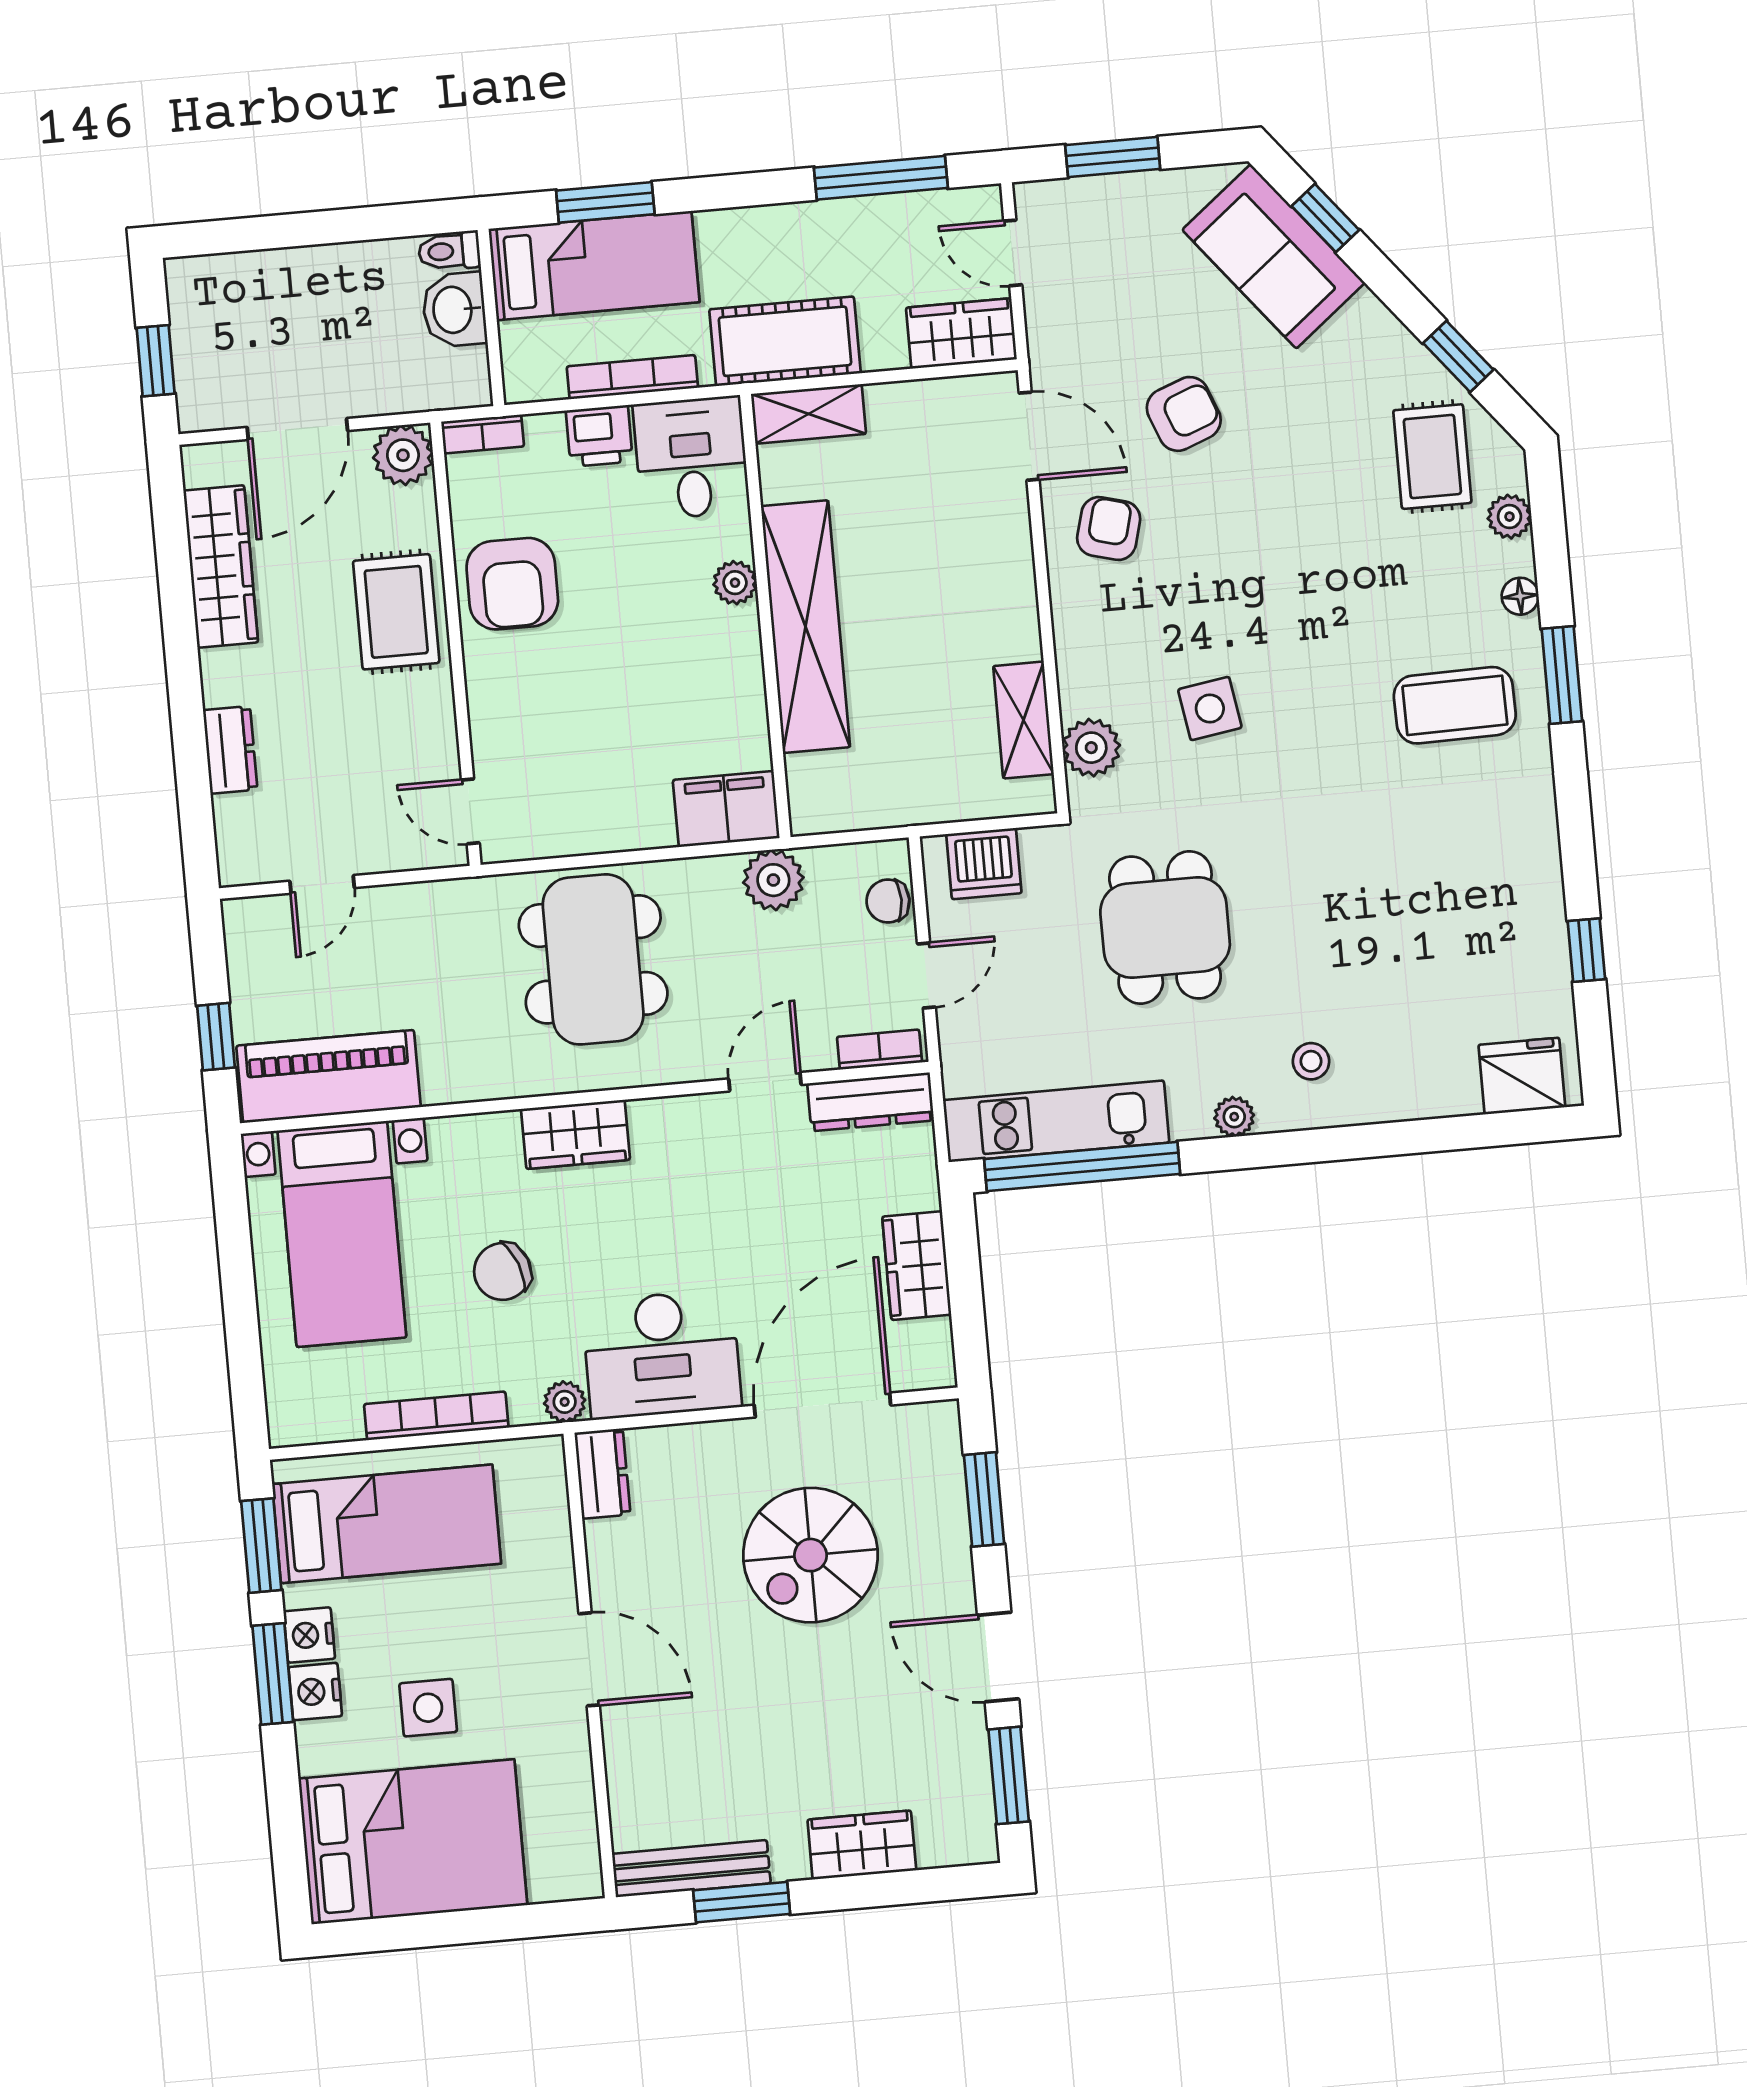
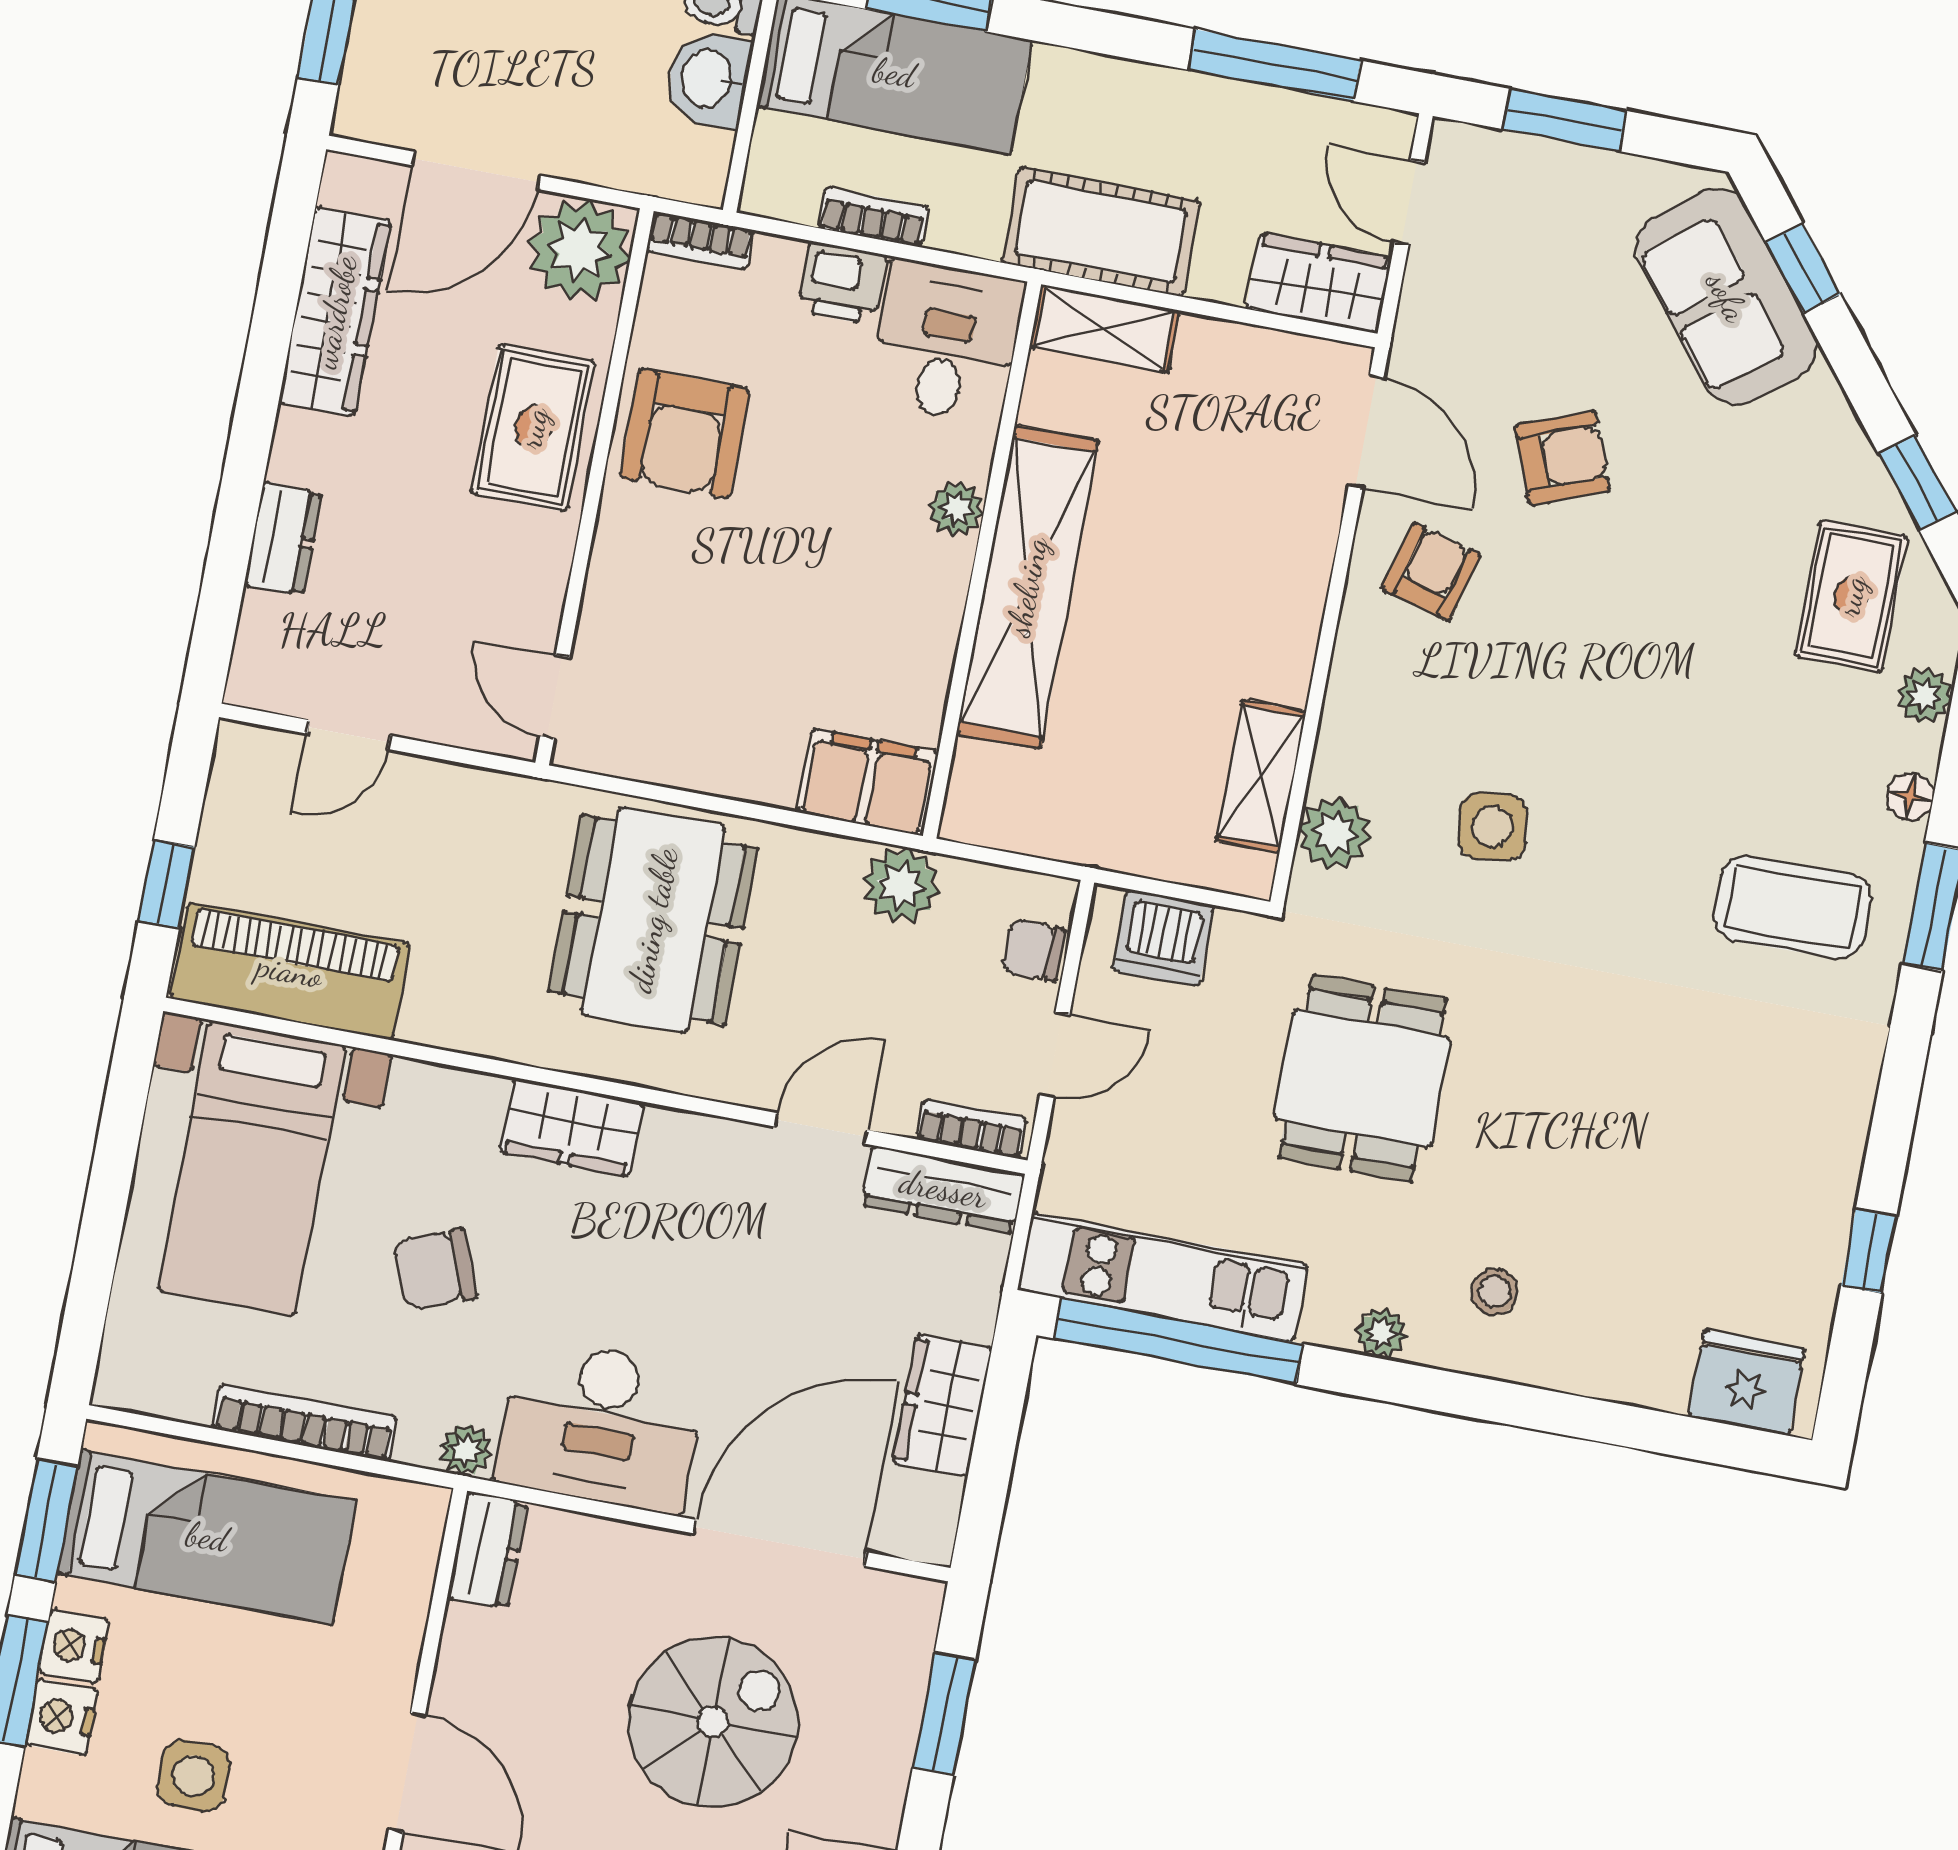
bookcase: (632, 377) -> (873, 217), width x0.64
plant: (403, 455) -> (579, 250), width x1.36, depth x1.36
spiral stairs: (811, 1555) -> (713, 1722), turned 180

